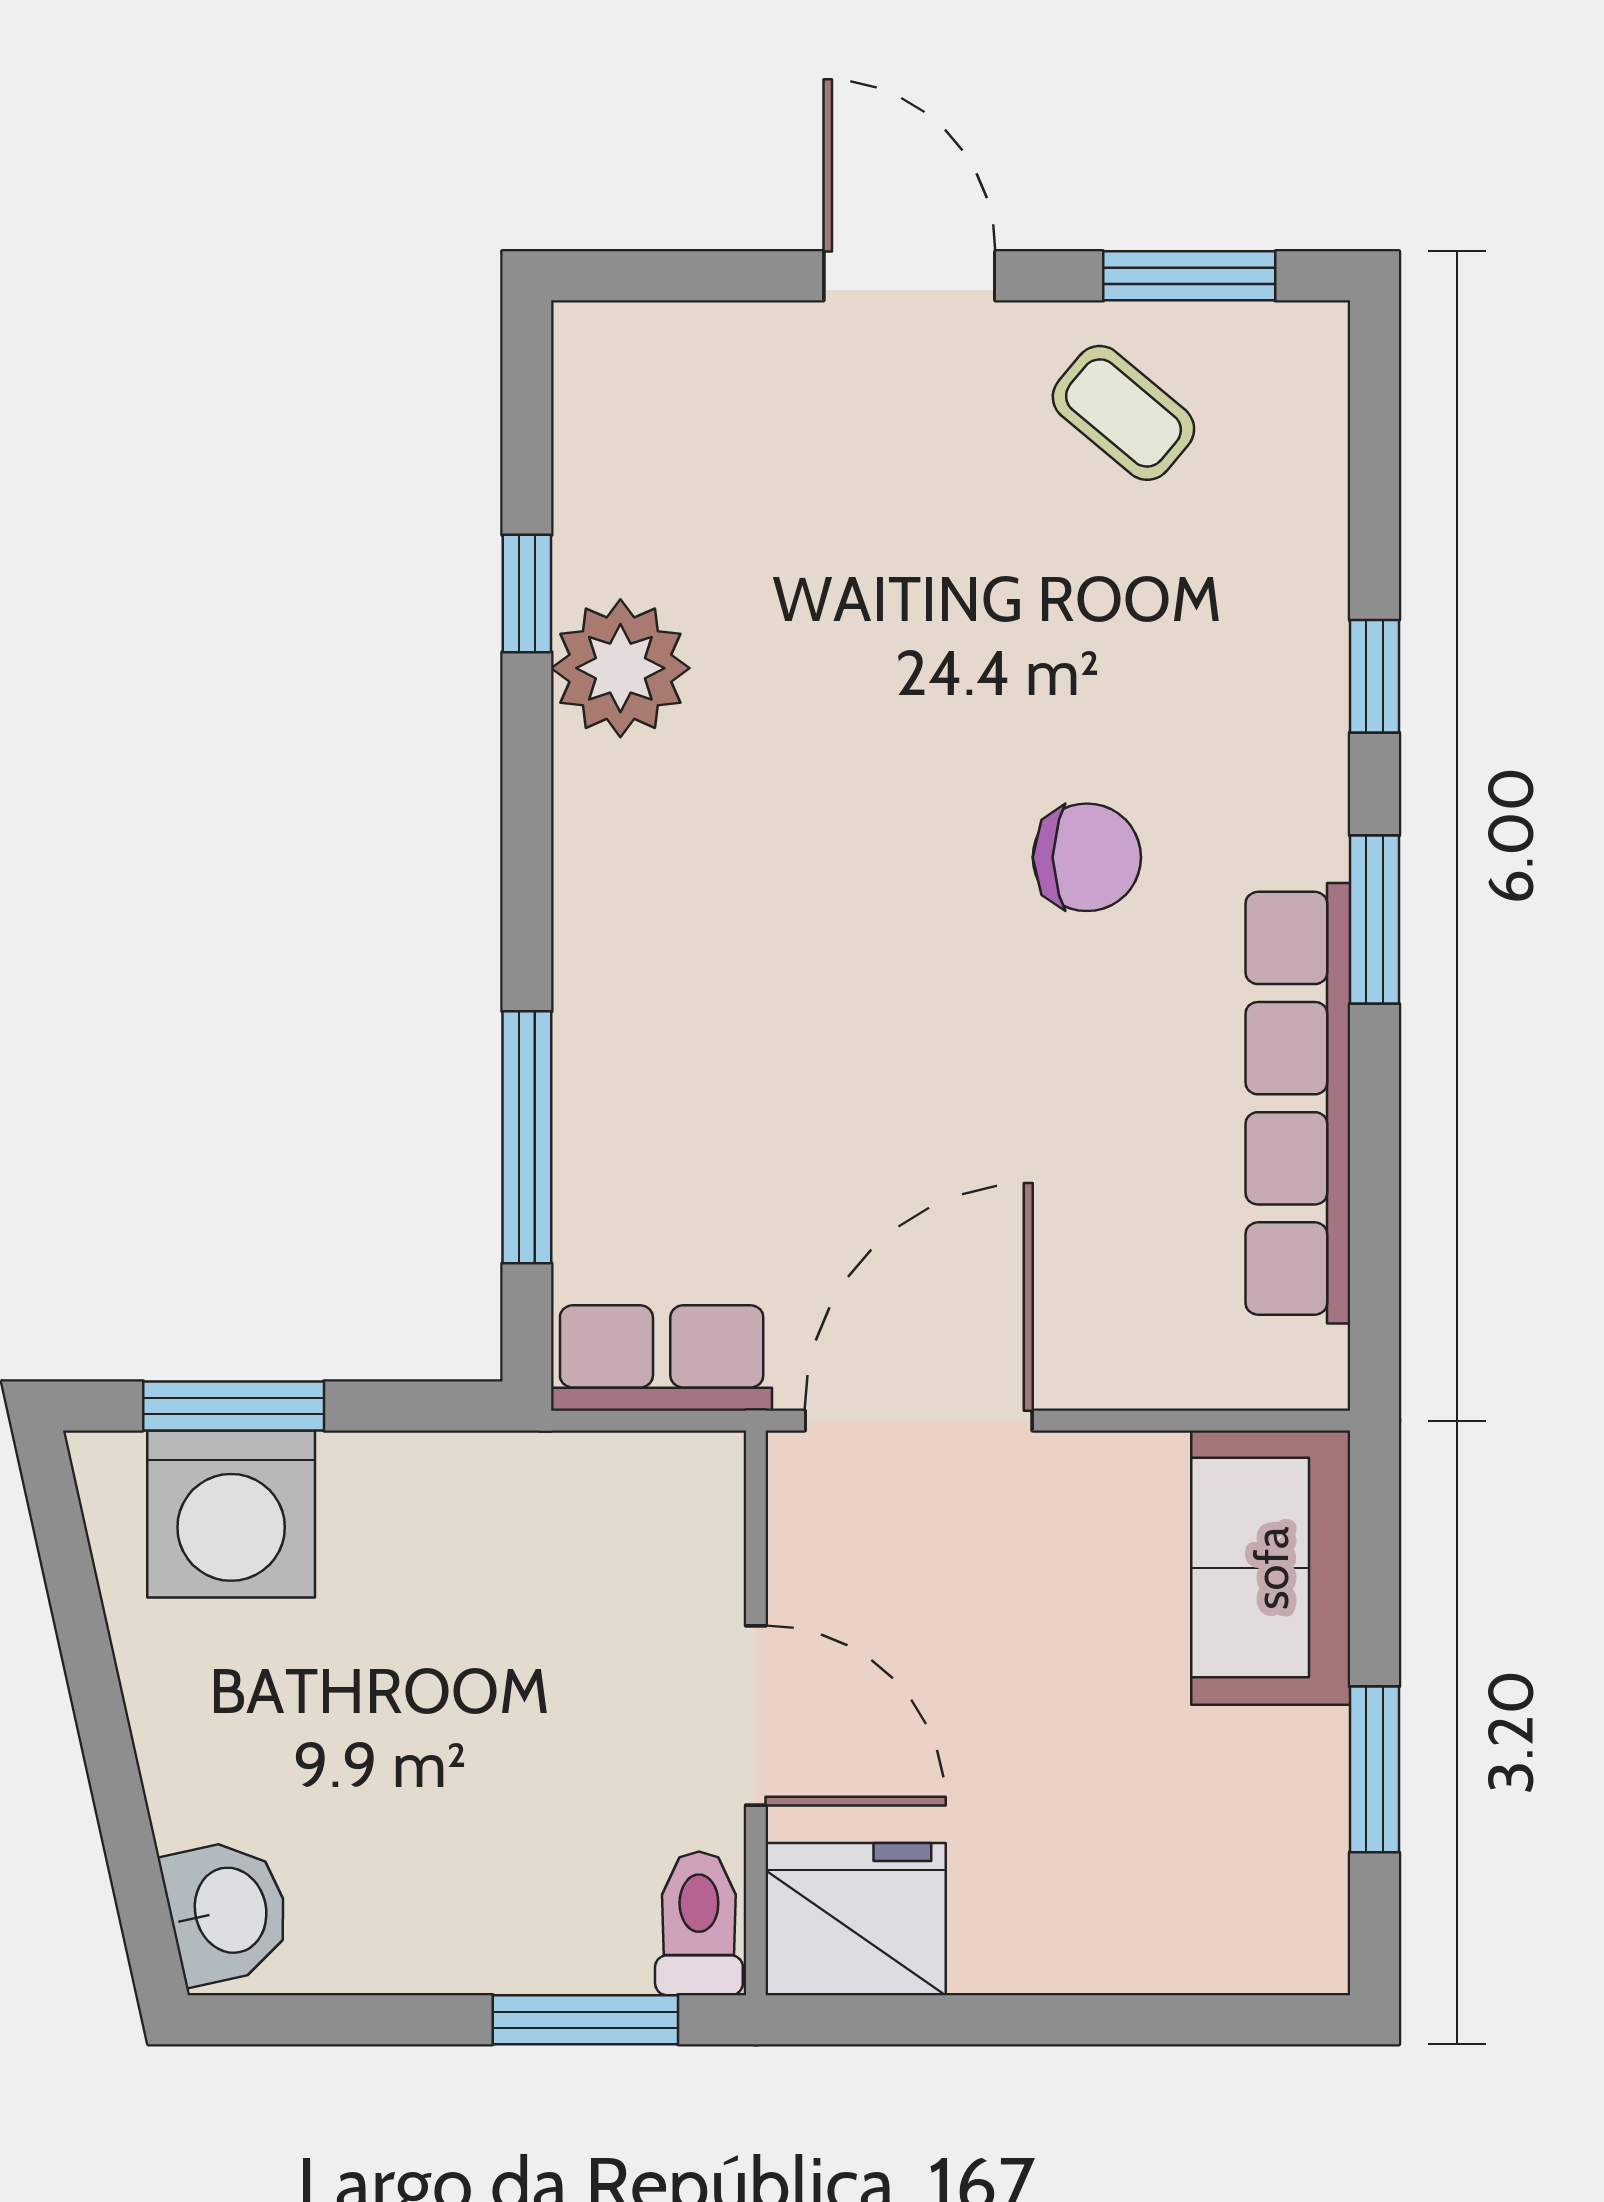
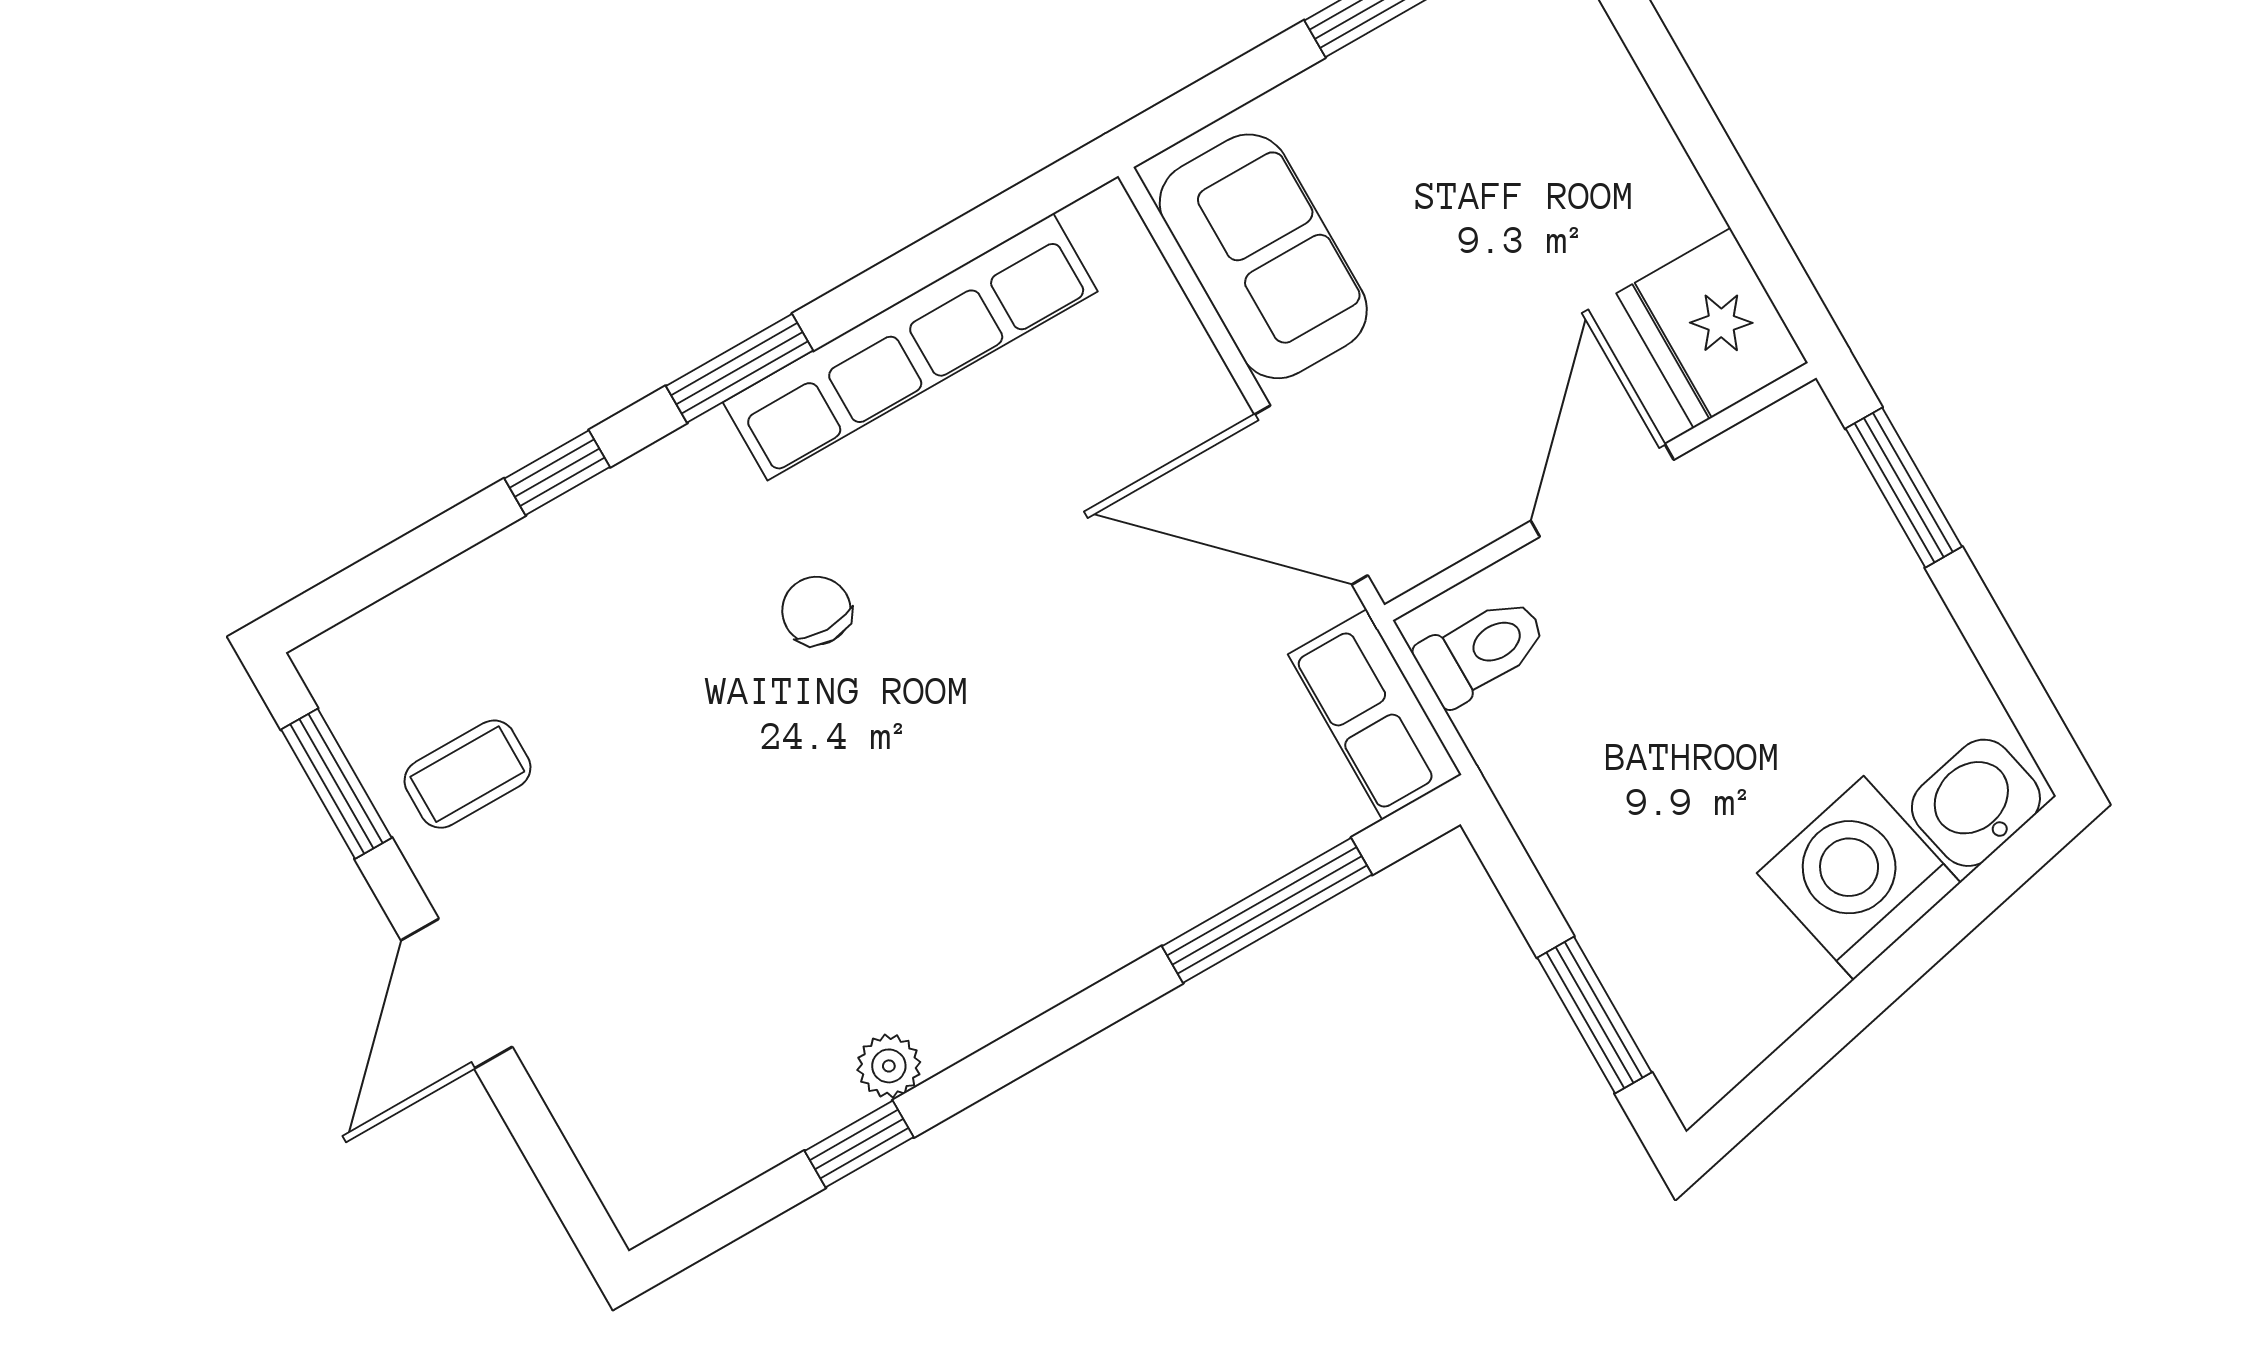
coffee table: (1123, 413) -> (467, 774), turned 50
plant: (620, 668) -> (889, 1066), width x0.53, depth x0.53
chair: (1087, 857) -> (816, 611), width x0.73, depth x0.73
washing machine: (231, 1514) -> (1859, 878), moved, turned -102
sofa: (1271, 1568) -> (1263, 256), moved, turned -90
toilet: (699, 1923) -> (1481, 650), moved, turned 180

